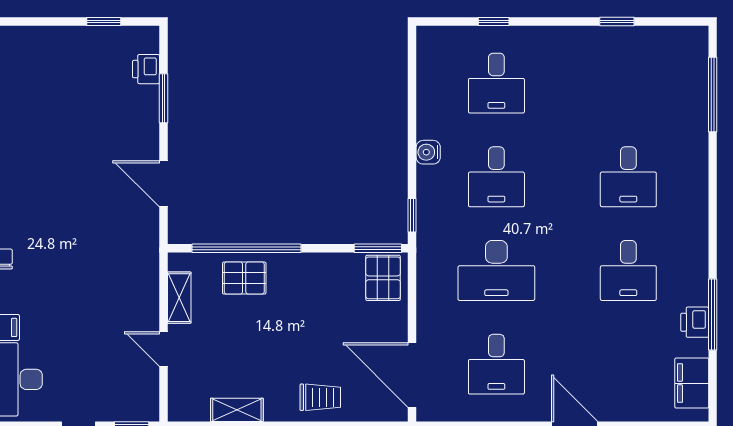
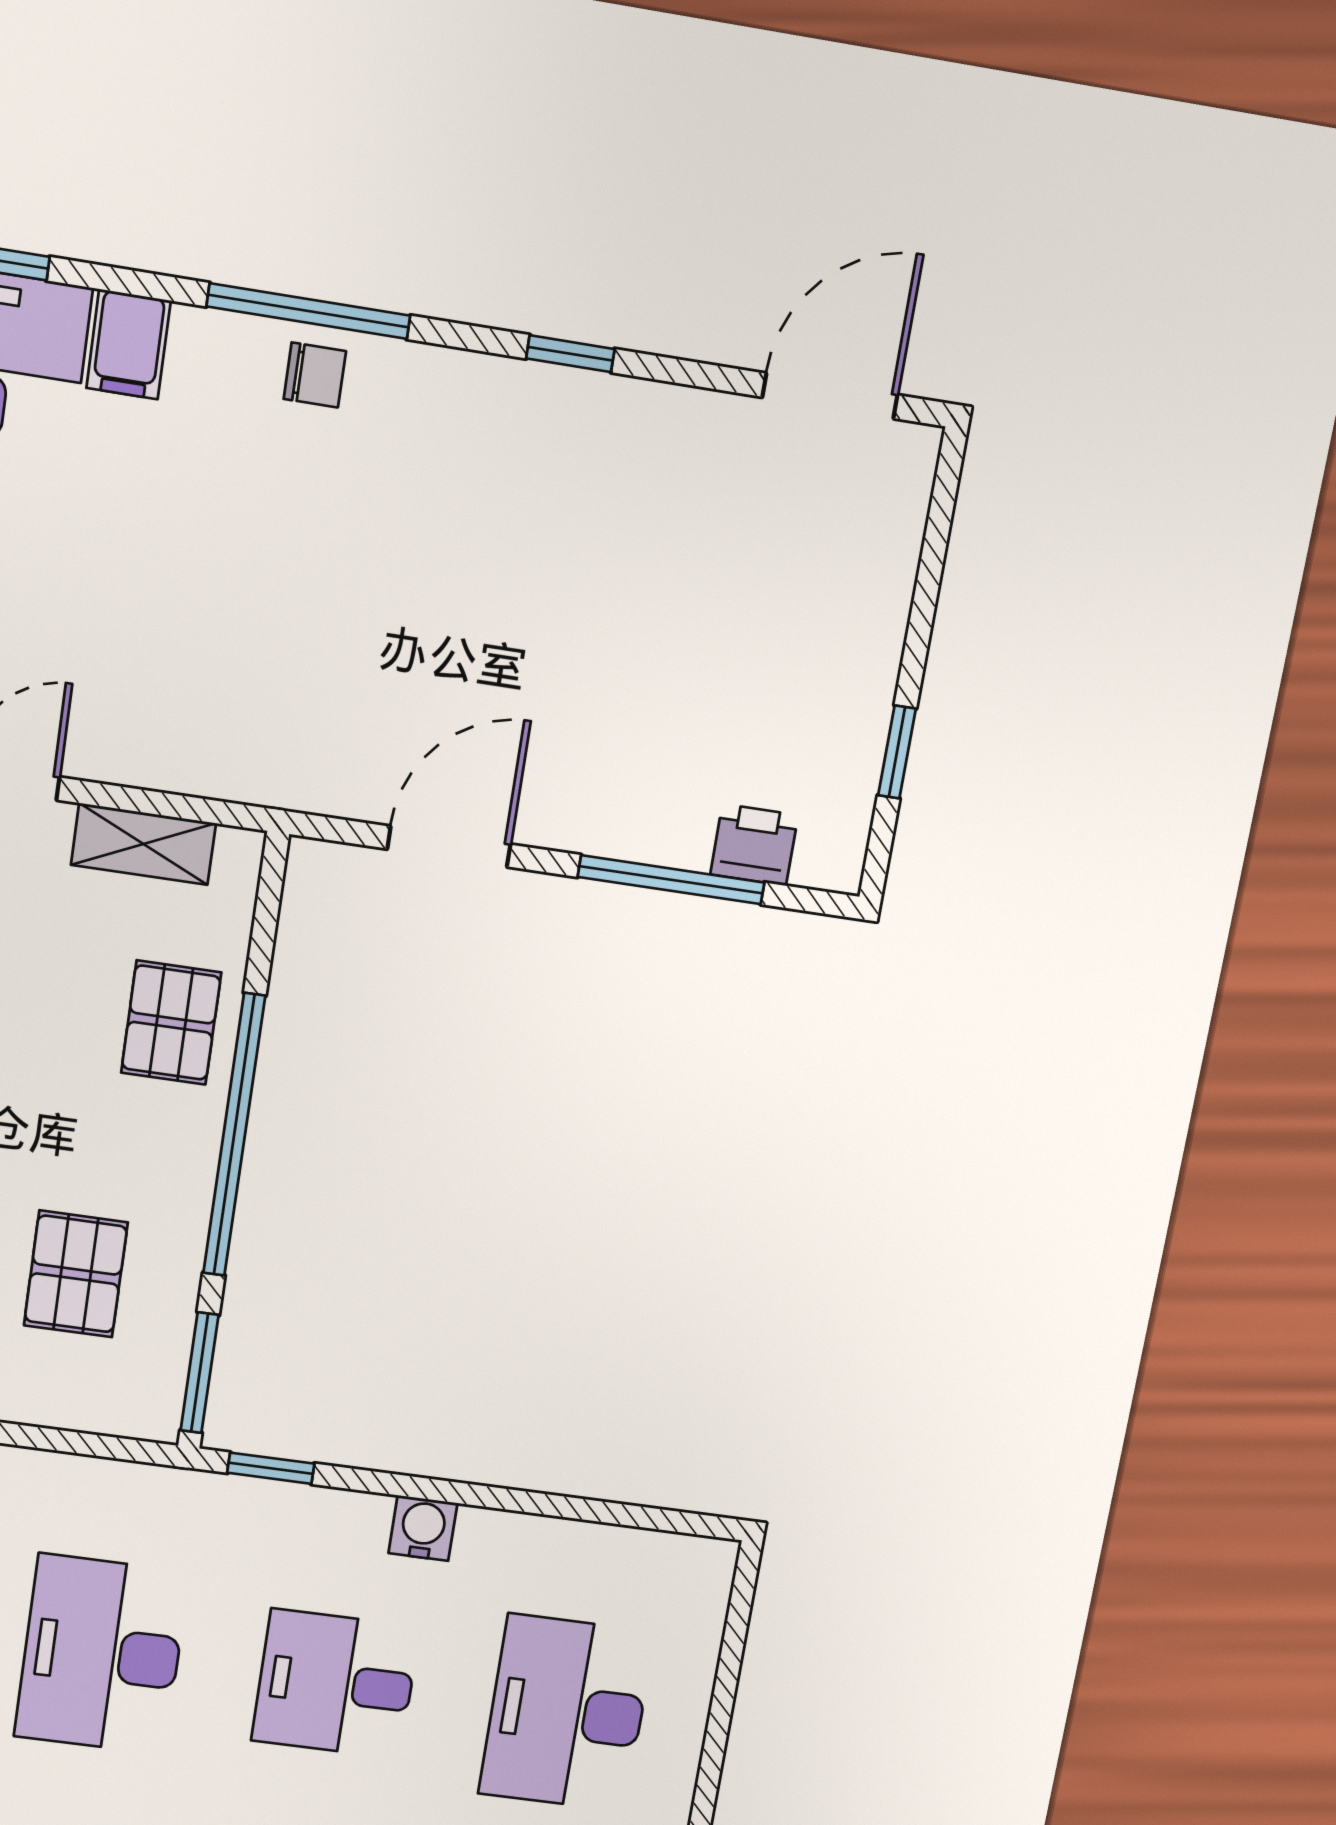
window: (494, 21) -> (718, 1725), removed
desk: (496, 83) -> (567, 1713), width x1.37
window: (163, 98) -> (671, 880), width x1.44
window: (246, 248) -> (234, 1135), moved
pallet: (383, 278) -> (76, 1274), moved, turned 90

